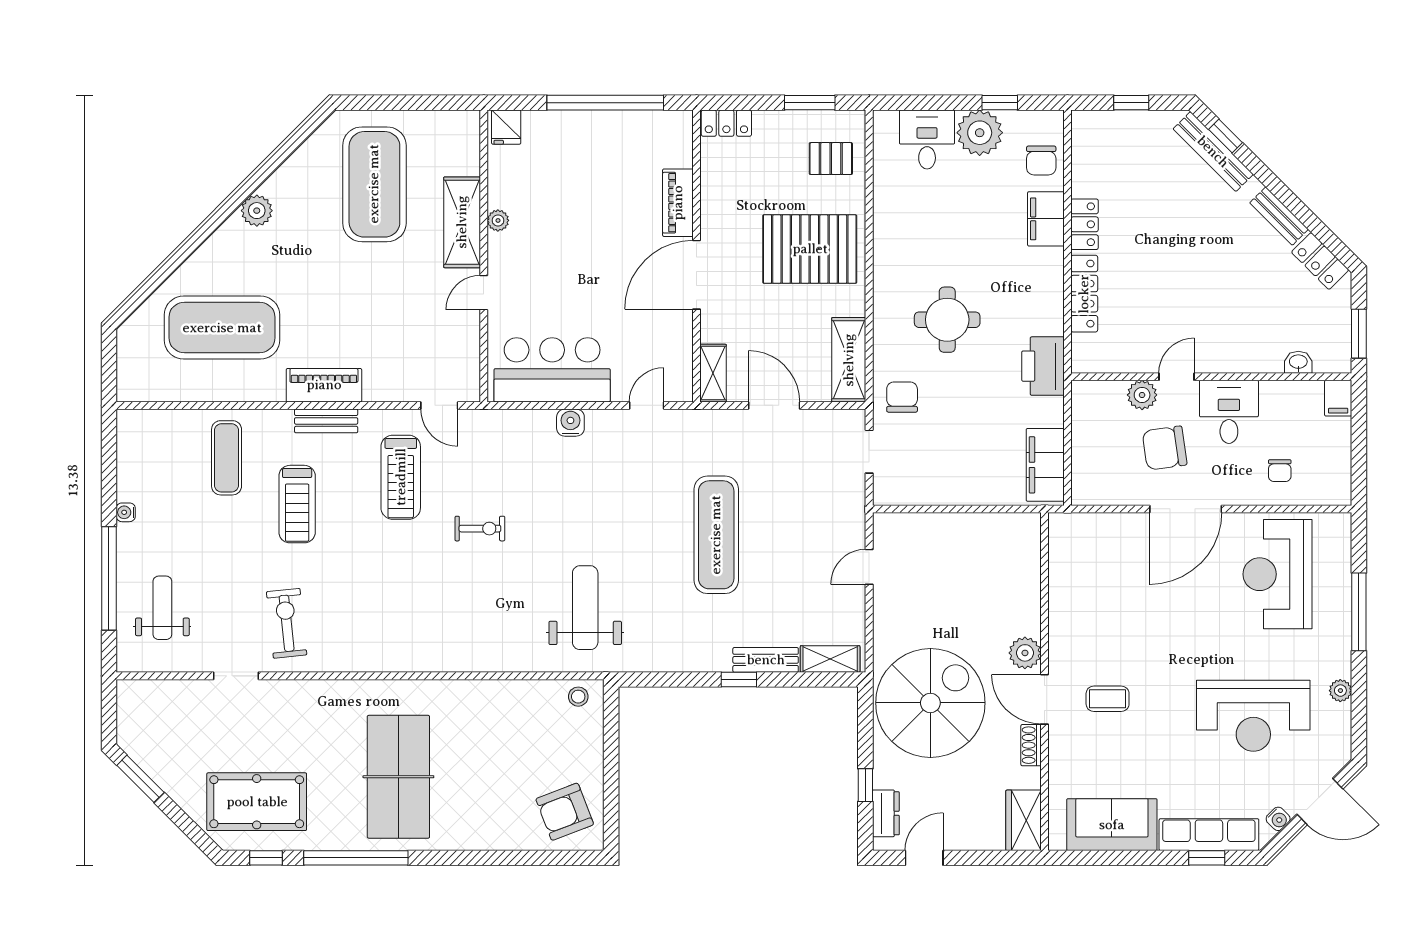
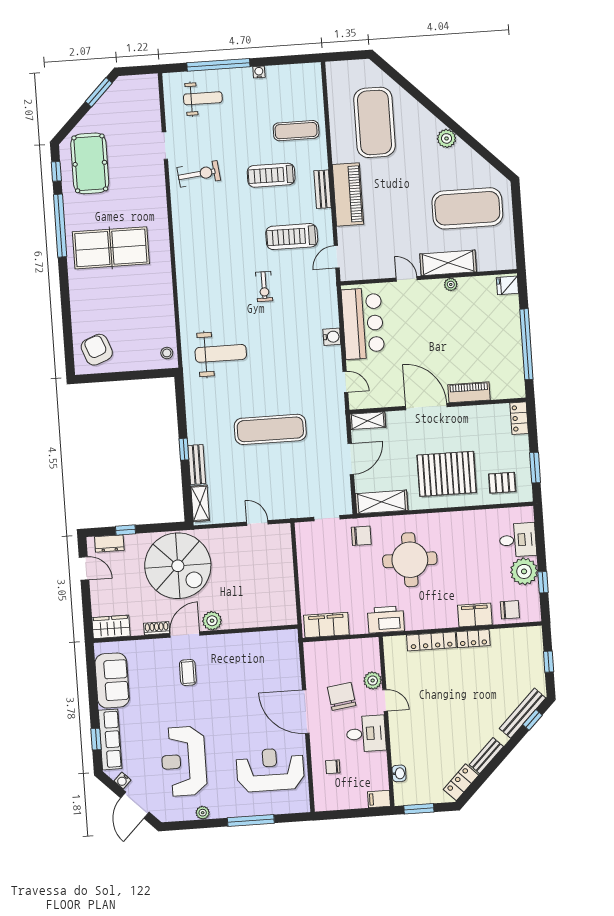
pallet: (831, 159) -> (502, 483), turned 90
chair: (1041, 160) -> (510, 610), turned 180
pallet: (810, 249) -> (447, 474), turned 90
round table: (947, 320) -> (410, 560), width x1.36, depth x1.36
piano: (324, 385) -> (348, 194), width x1.37, depth x1.33

